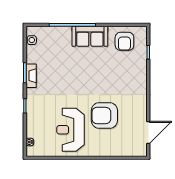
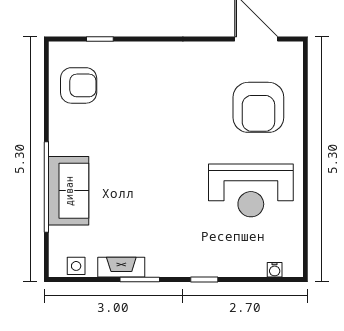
sofa: (90, 36) -> (69, 191), moved
fireplace: (31, 76) -> (121, 267), moved
armchair: (104, 116) -> (258, 107), moved

